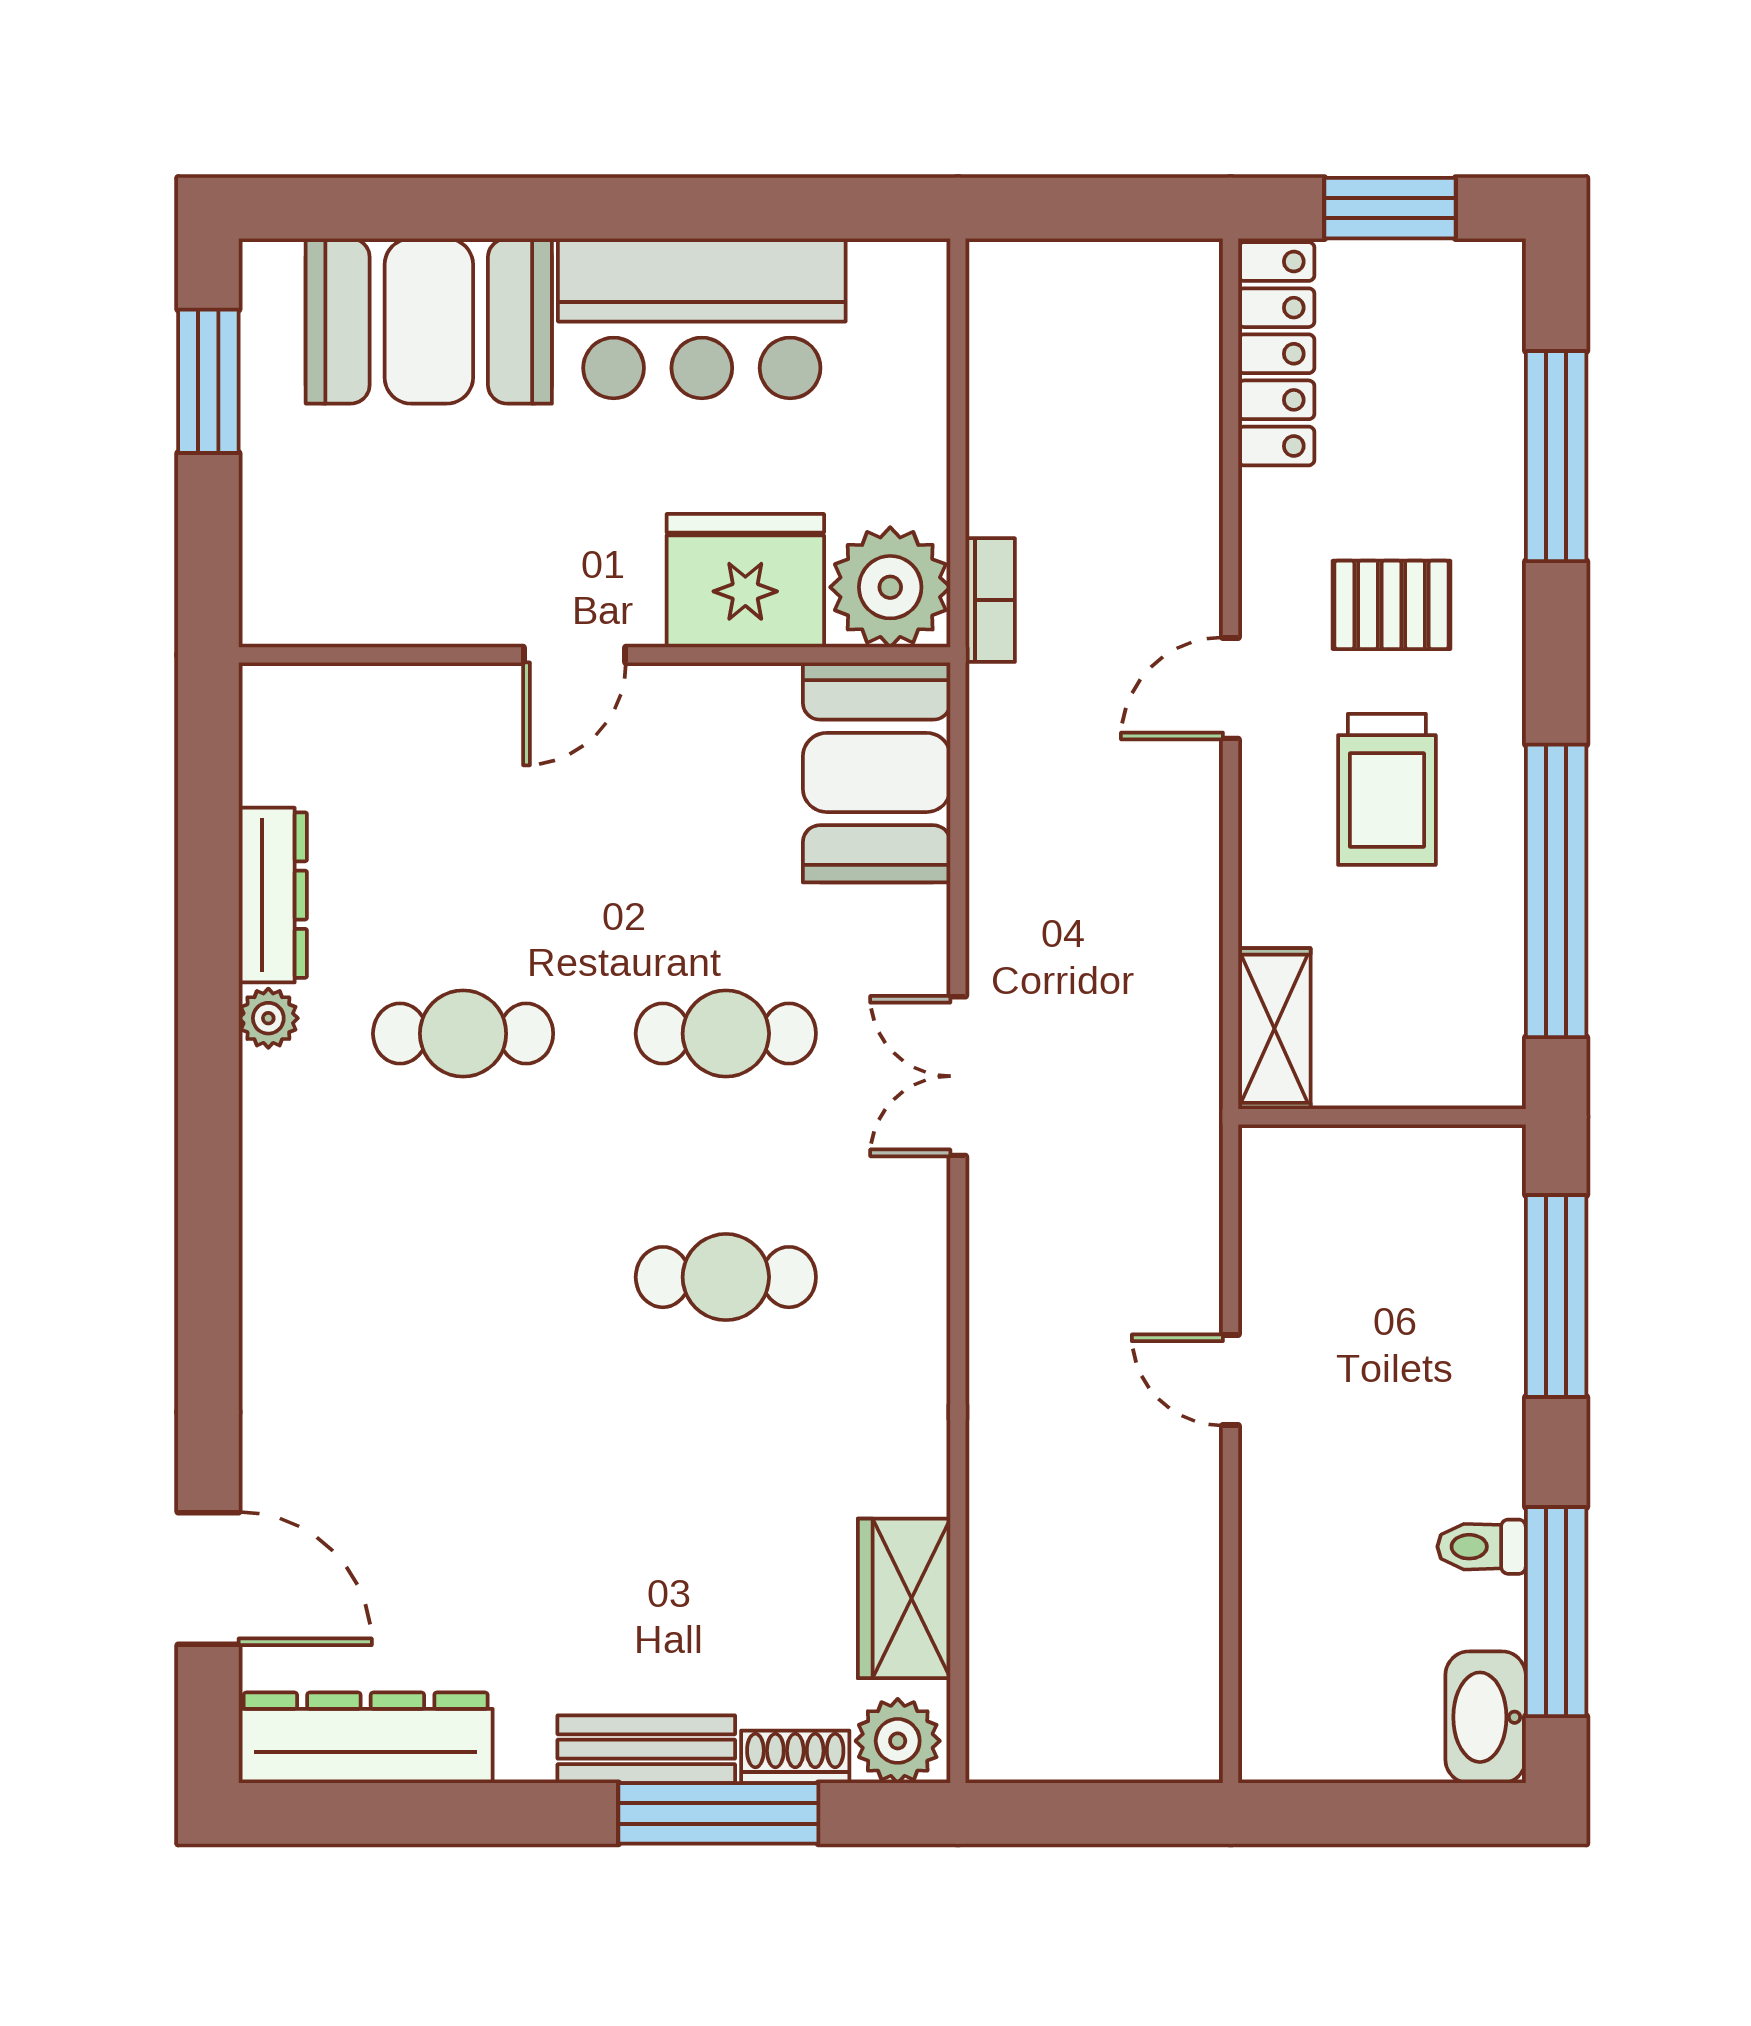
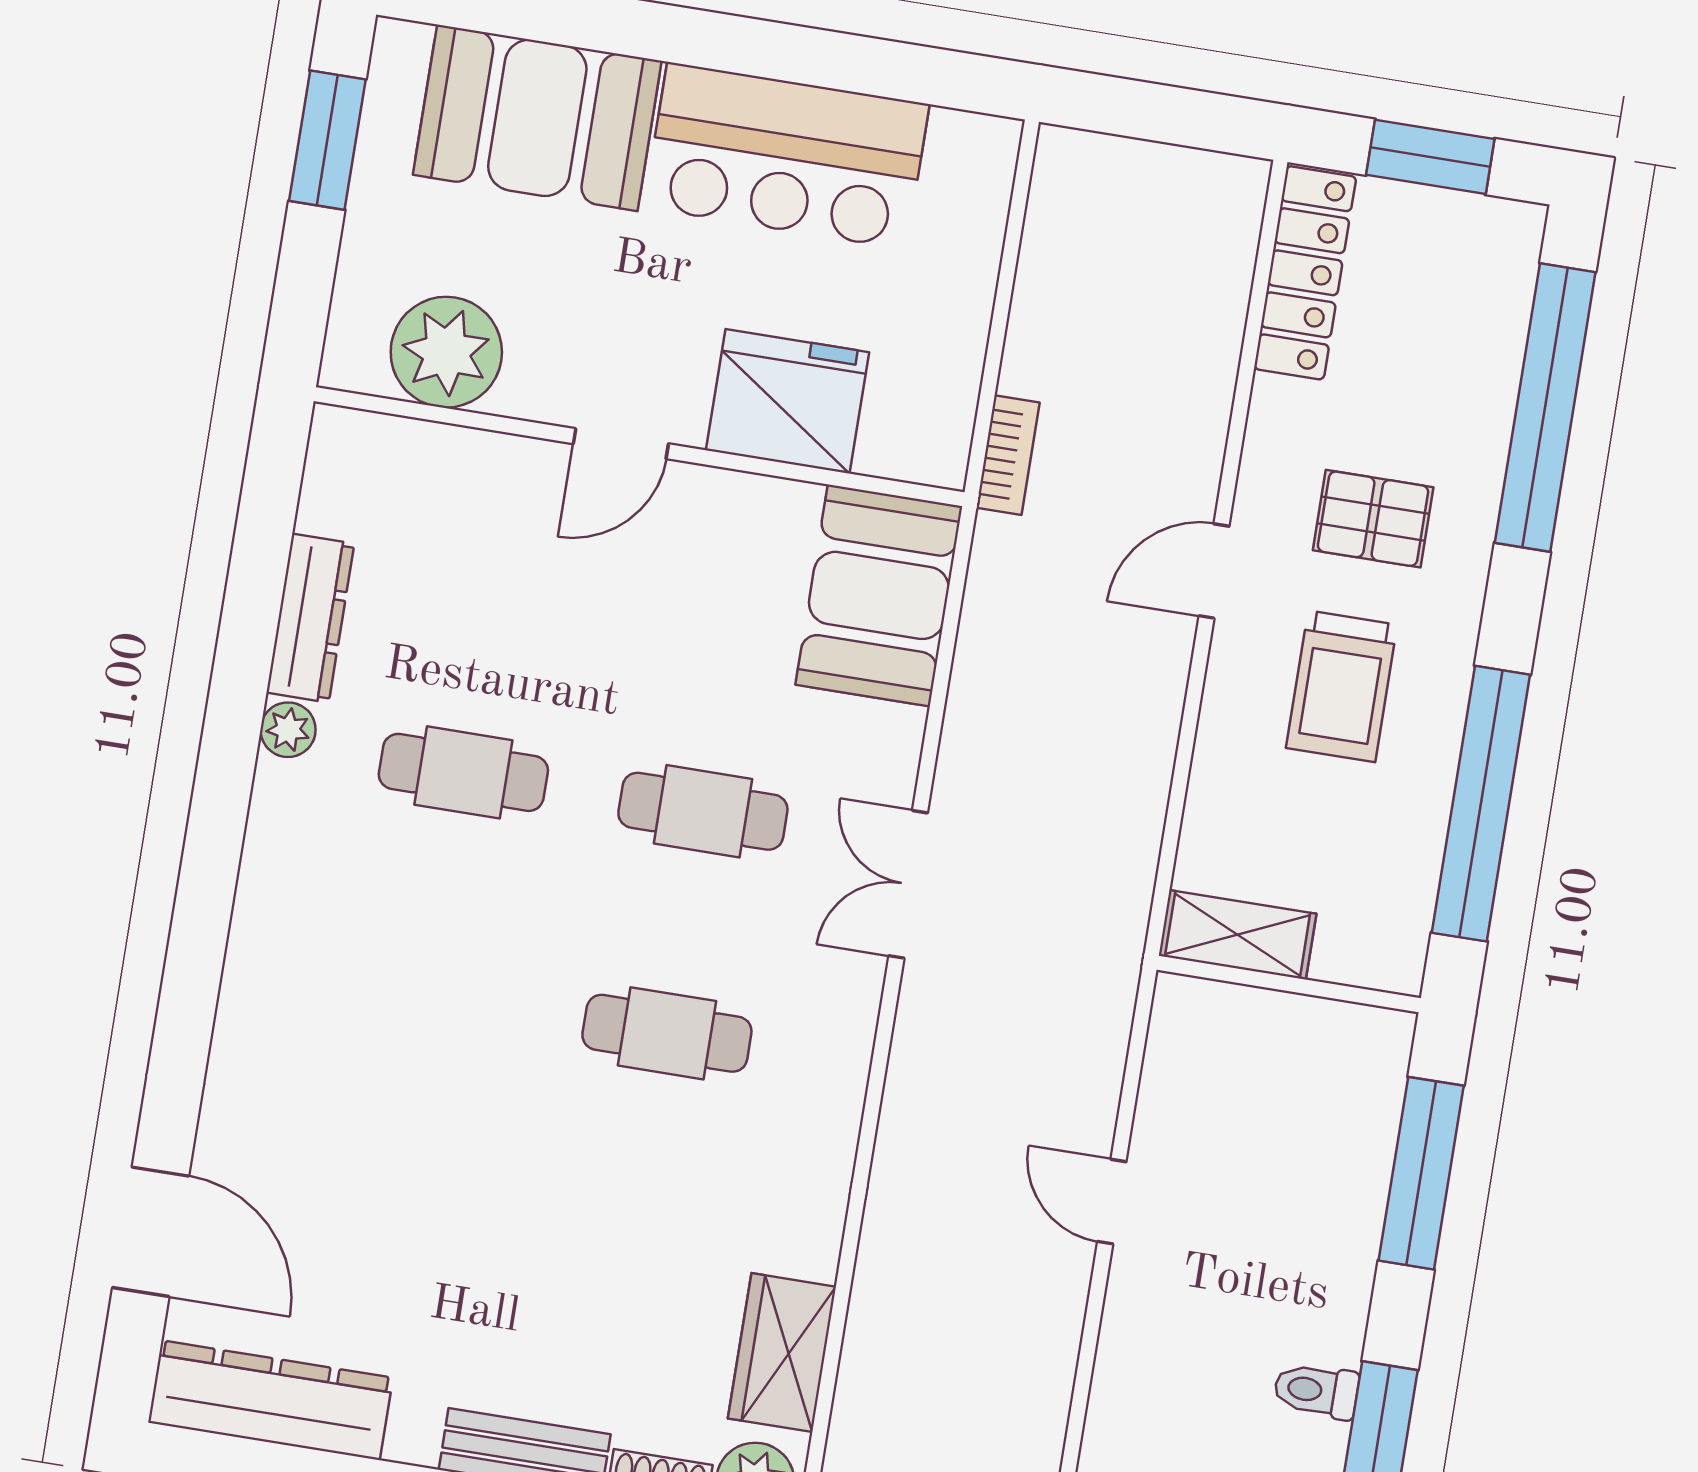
window: (1556, 456) -> (1545, 407), width x1.46
plant: (890, 587) -> (446, 352), moved
shelving: (1274, 1029) -> (1238, 935), moved, turned 90

